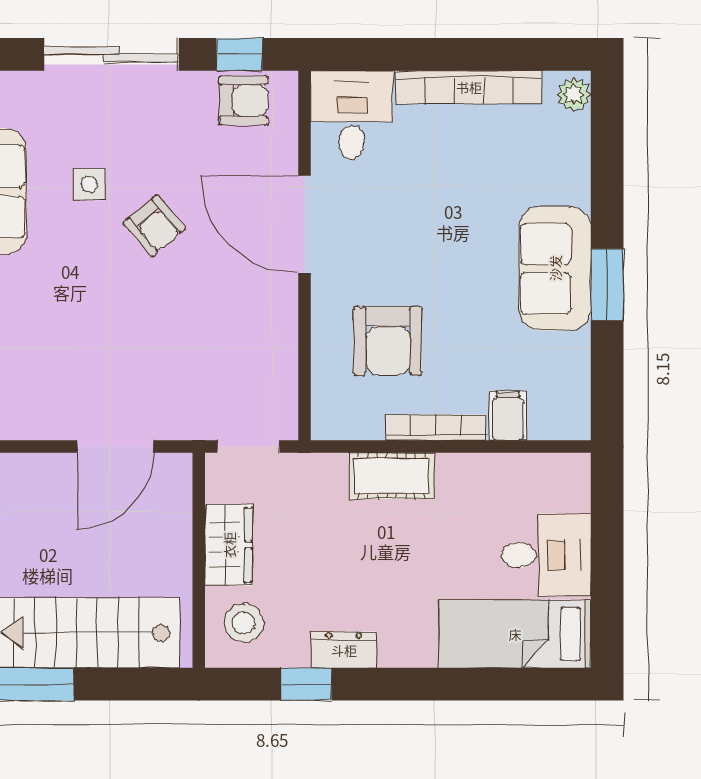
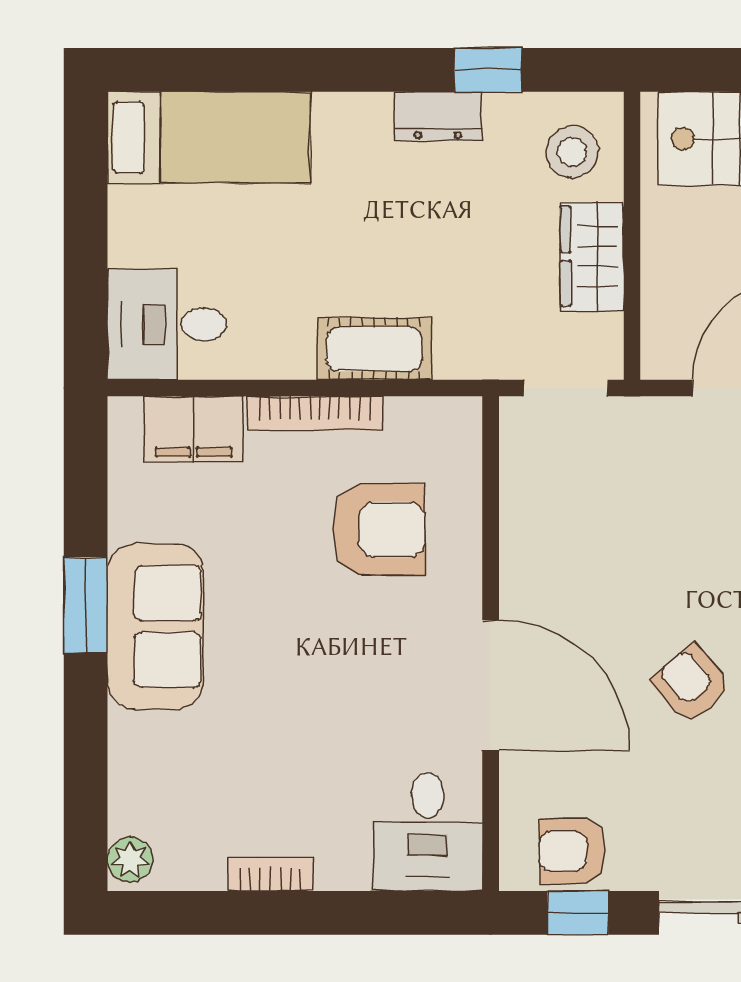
bookcase: (469, 87) -> (270, 874), width x0.43, depth x0.76
armchair: (388, 341) -> (379, 529), turned 90
filing cabinet: (508, 416) -> (194, 429), width x2.00
desk: (546, 555) -> (167, 324), moved

